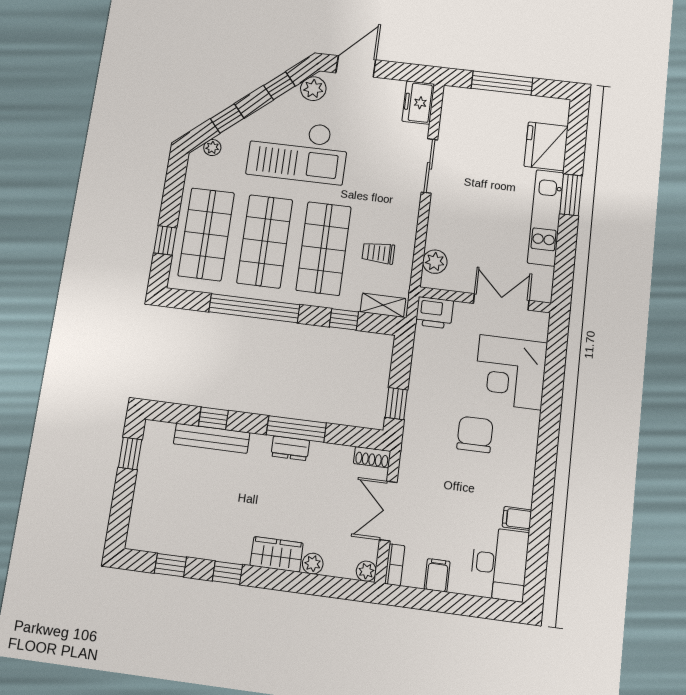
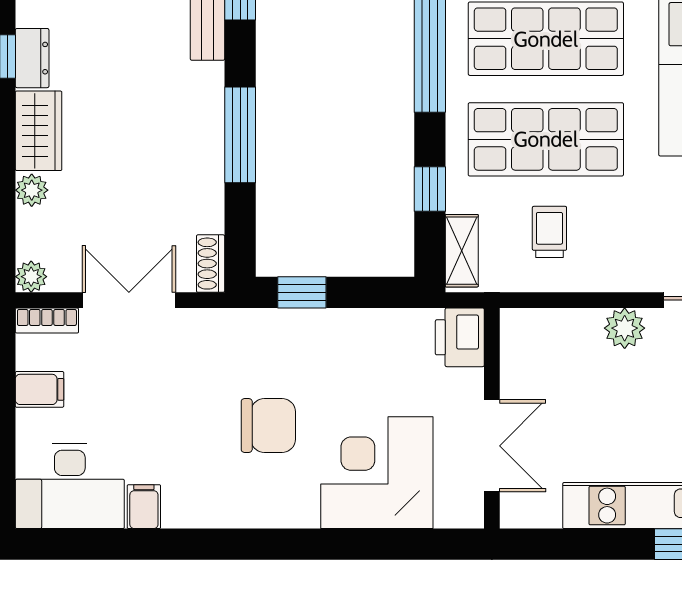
plant: (435, 262) -> (625, 328), moved
dresser: (290, 448) -> (32, 58), moved, turned 180

